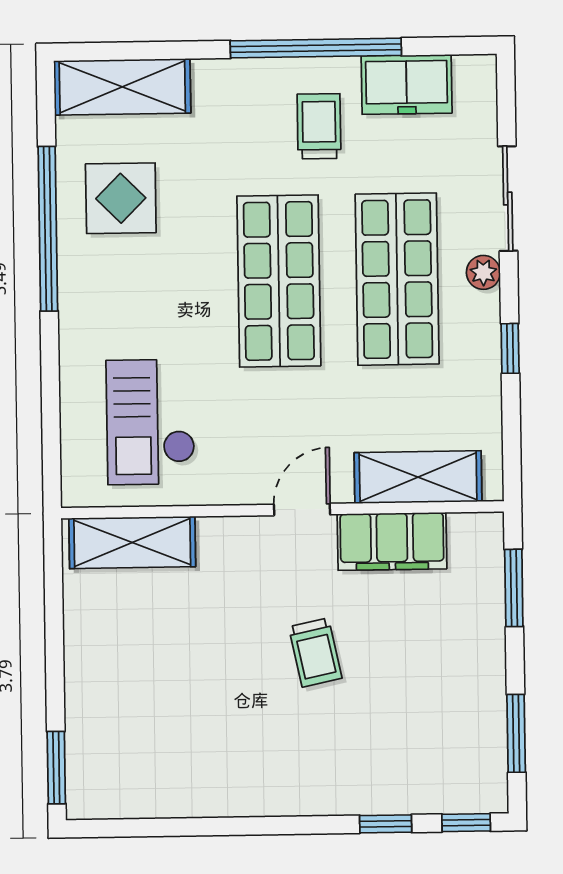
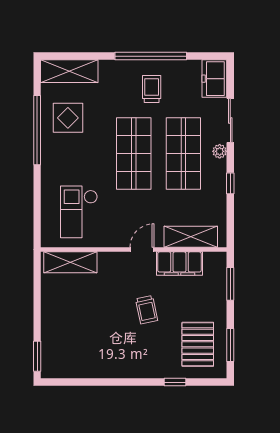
freezer: (407, 84) -> (214, 79), moved, turned 90
pallet: (439, 733) -> (198, 344), added
window: (466, 823) -> (209, 382), removed

